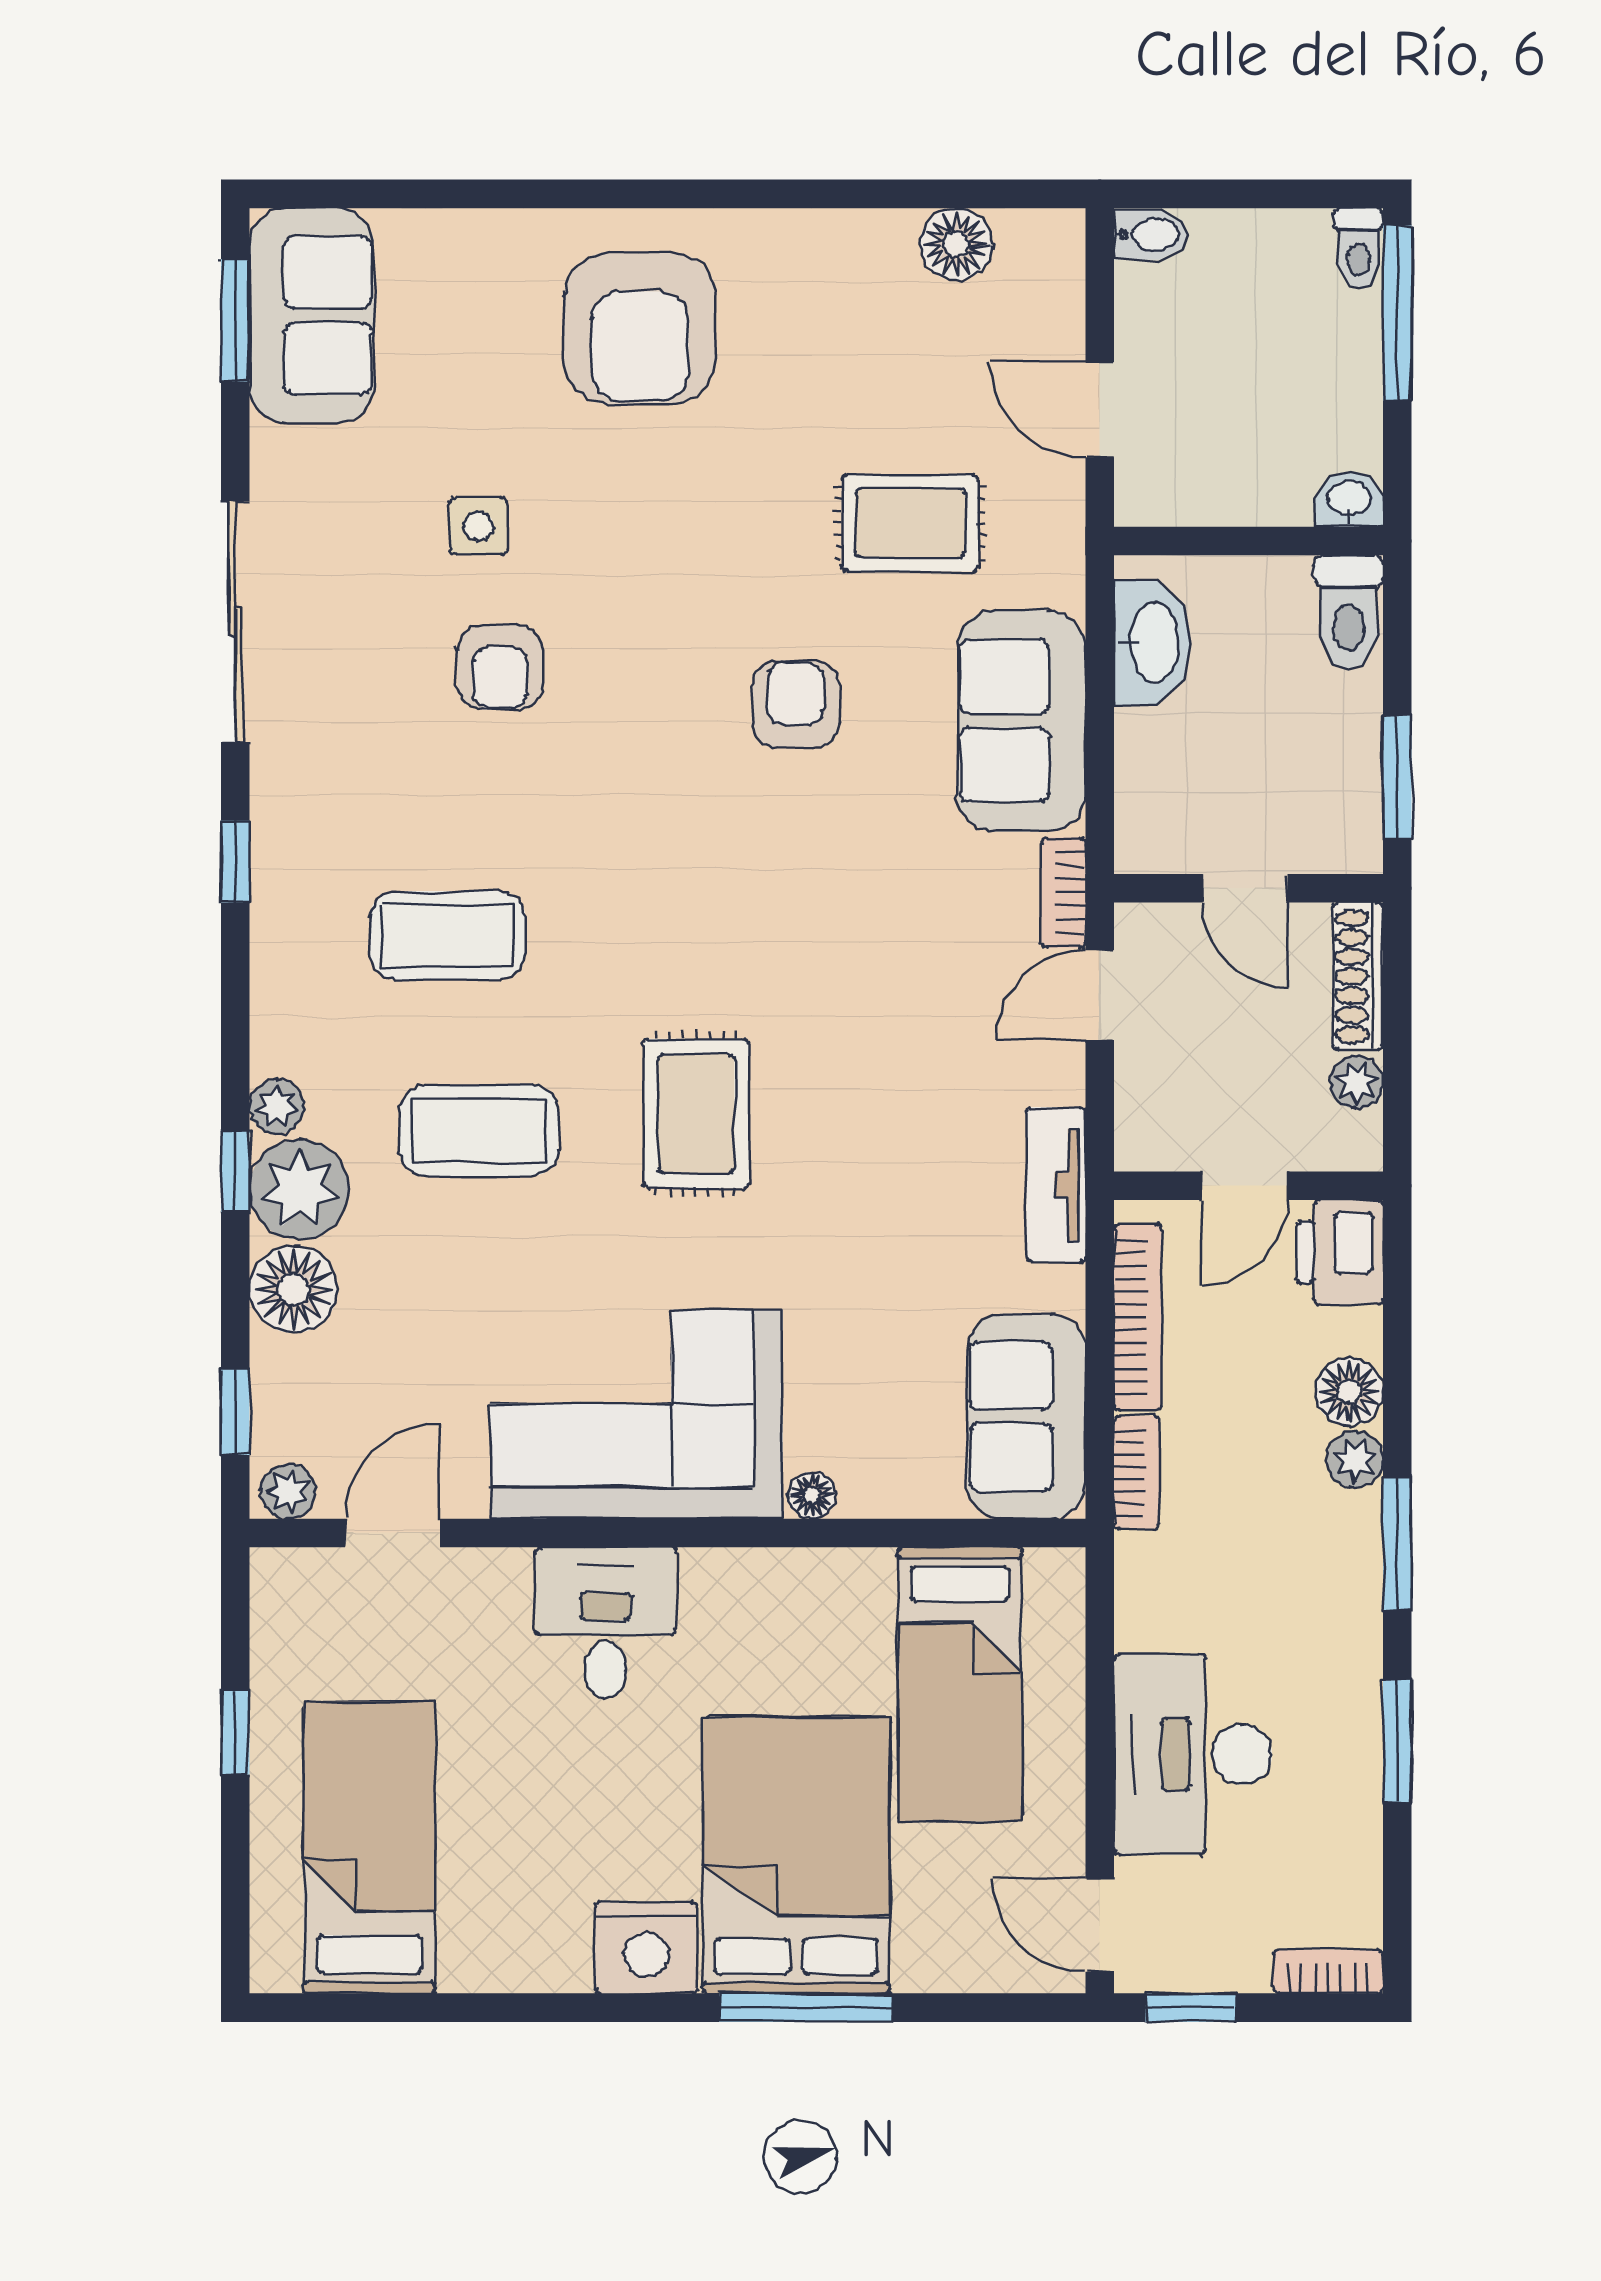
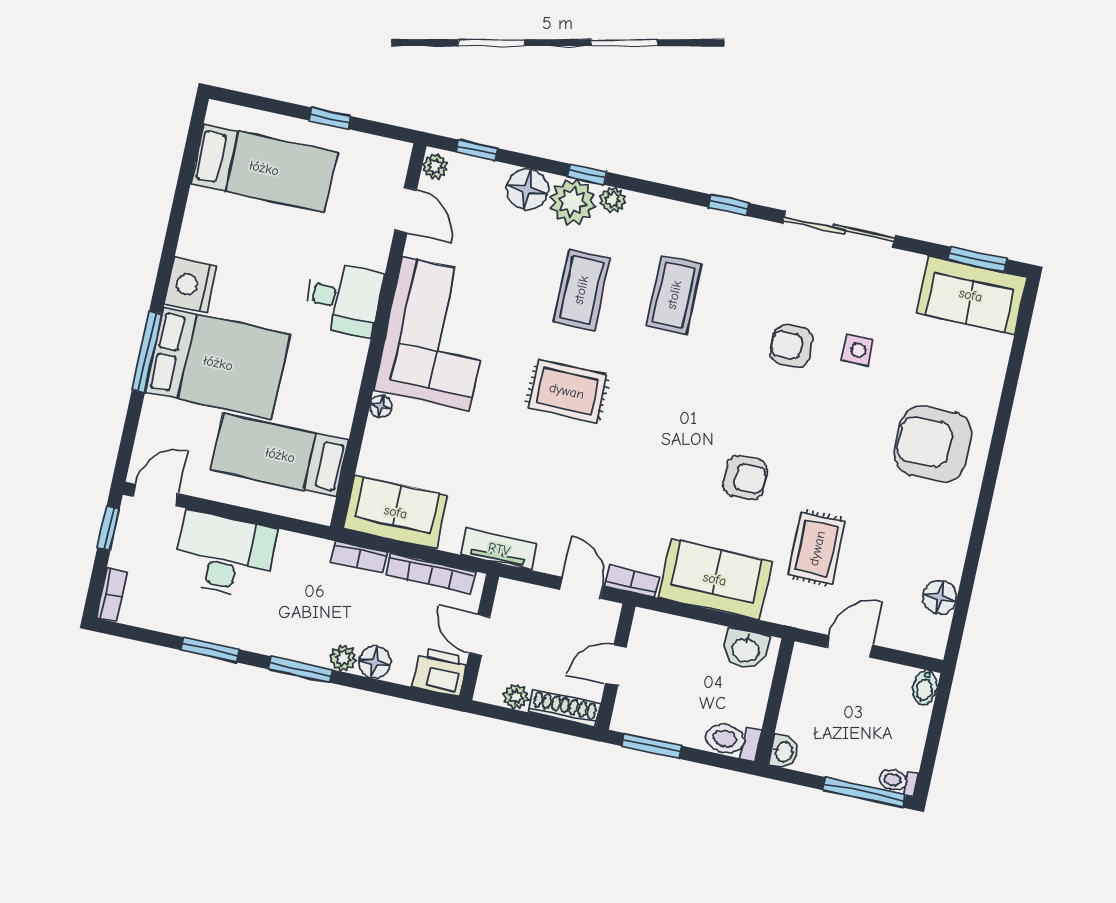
washbasin: (1152, 642) -> (746, 649), width x0.72

